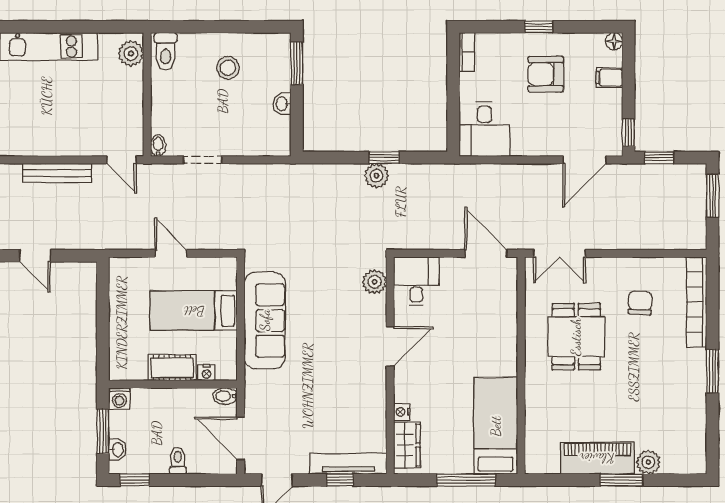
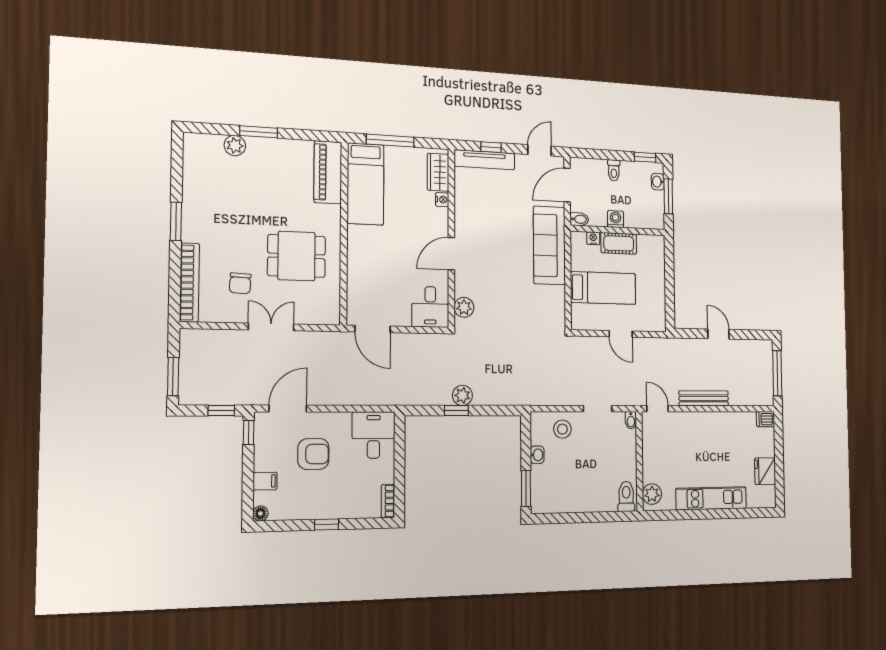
stool: (228, 68) -> (562, 429), moved
armchair: (546, 74) -> (313, 454), moved
double door: (560, 253) -> (271, 327), moved
sofa: (265, 320) -> (549, 245), moved
dining table: (576, 337) -> (296, 256), turned 90
washing machine: (119, 398) -> (616, 219), moved
door: (241, 438) -> (567, 185), swing flipped
piano: (597, 458) -> (328, 172), moved, turned 90

